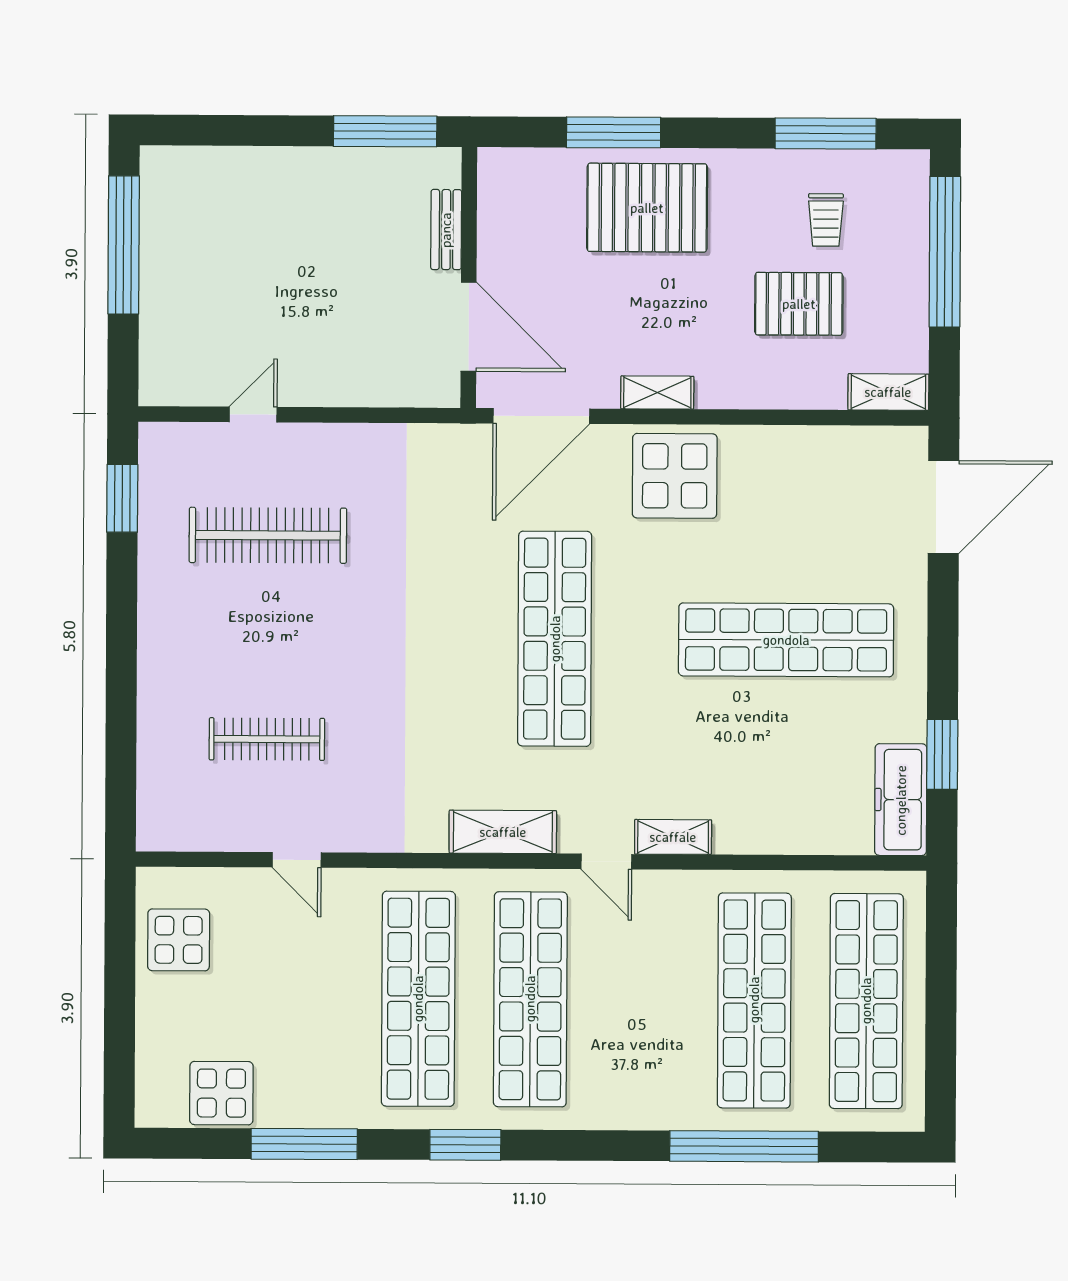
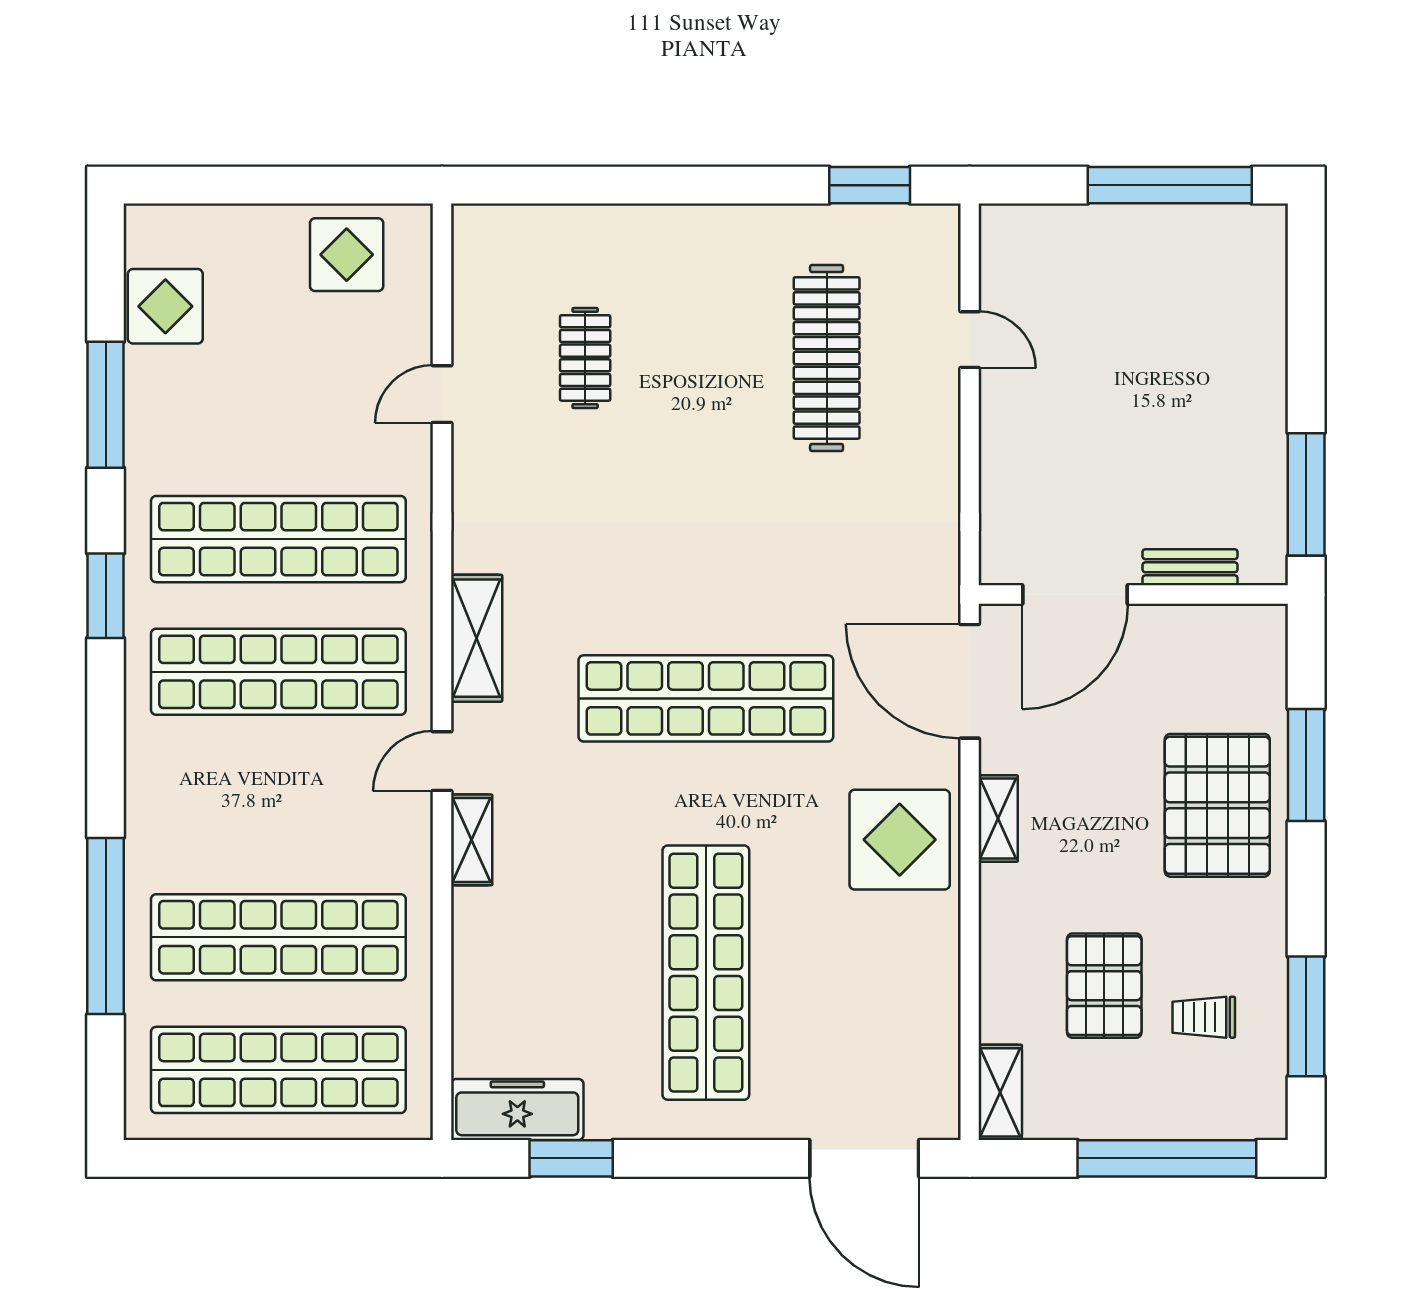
clothes rail: (267, 739) -> (585, 358), width x0.73

